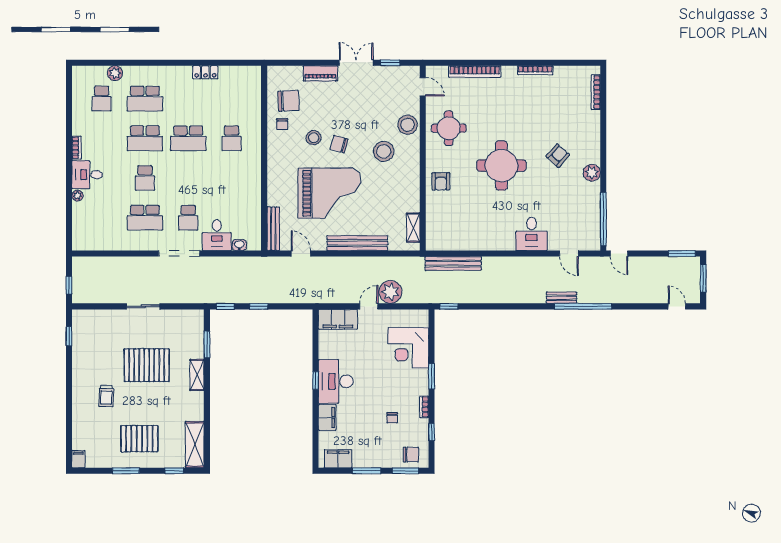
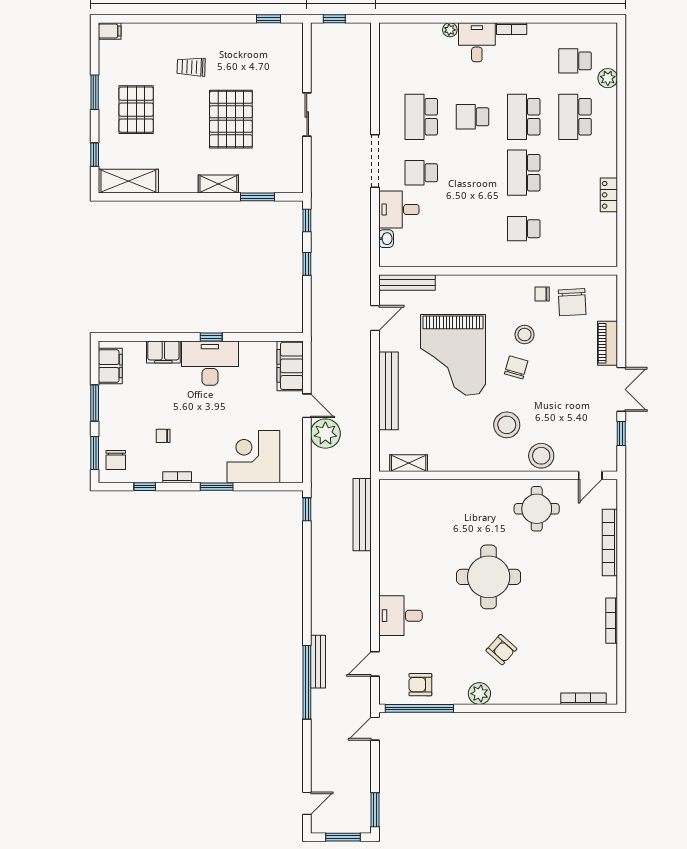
armchair: (441, 181) -> (420, 685), moved
bench: (562, 298) -> (318, 662), width x1.36

